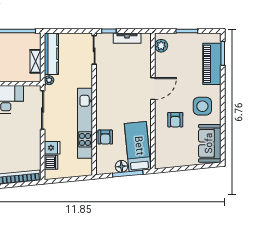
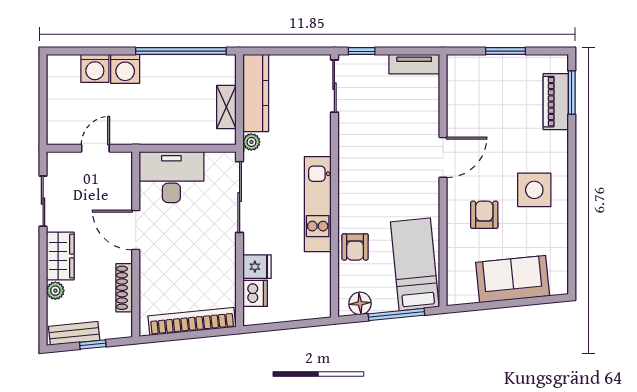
tv unit: (127, 38) -> (414, 64), moved
plant: (161, 46) -> (458, 78), removed
piano: (212, 64) -> (556, 102), width x0.73, depth x0.75
armchair: (175, 120) -> (484, 215), turned 180
kitchen unit: (85, 123) -> (318, 204), width x0.73
sofa: (210, 143) -> (513, 279), moved, turned 84
floor lamp: (122, 166) -> (360, 303), moved

